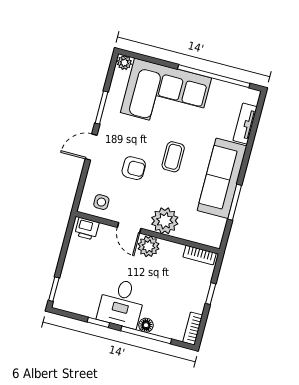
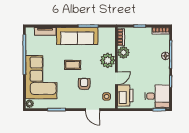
door: (91, 147) -> (92, 110), moved
printer: (87, 229) -> (125, 96), width x1.87, depth x1.48
plant: (148, 246) -> (123, 52), moved
desk: (121, 303) -> (157, 96), moved

